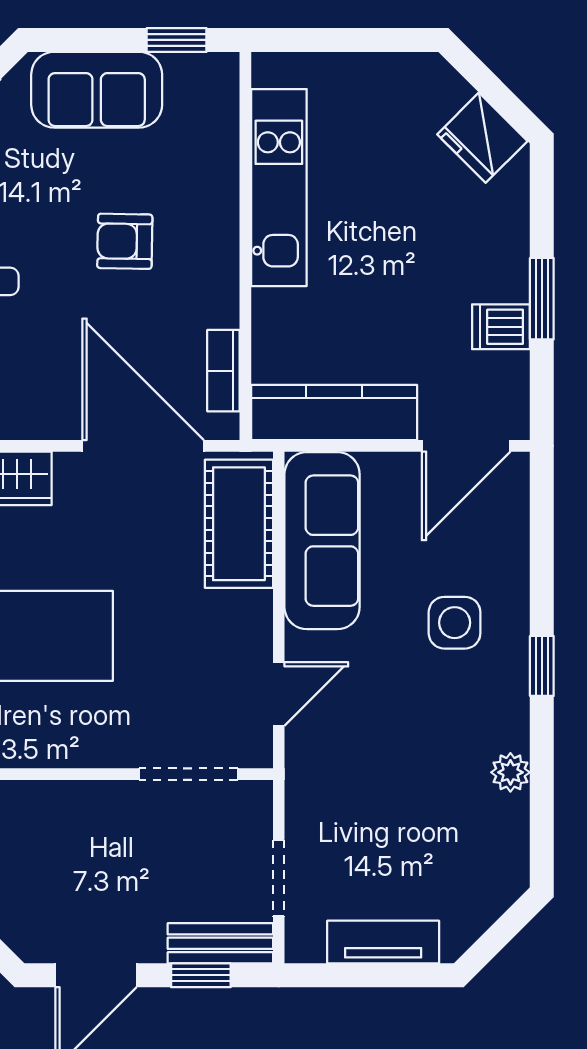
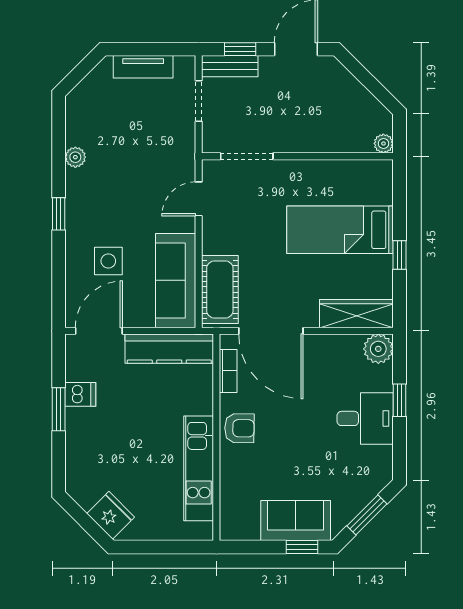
window: (177, 40) -> (302, 547), moved
fridge: (482, 138) -> (111, 515), moved
armchair: (125, 241) -> (239, 428), moved
side table: (455, 623) -> (108, 261), moved

